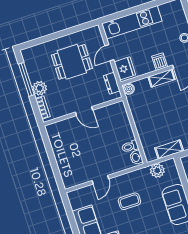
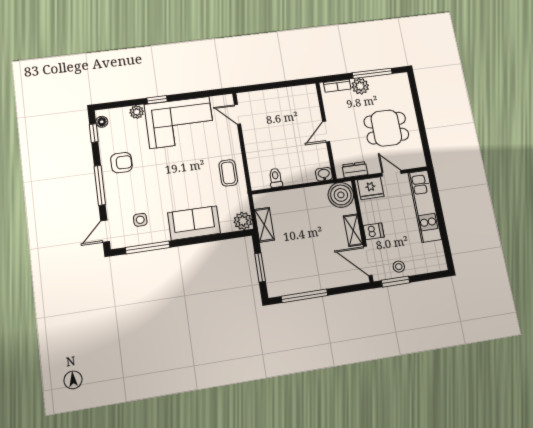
dining table: (72, 62) -> (386, 128), turned 90
boiler: (129, 89) -> (341, 195), width x1.86, depth x1.86
washbasin: (136, 157) -> (324, 174), moved
plant: (157, 171) -> (243, 221), moved
door: (100, 180) -> (238, 114), moved
coffee table: (129, 201) -> (228, 173), moved

